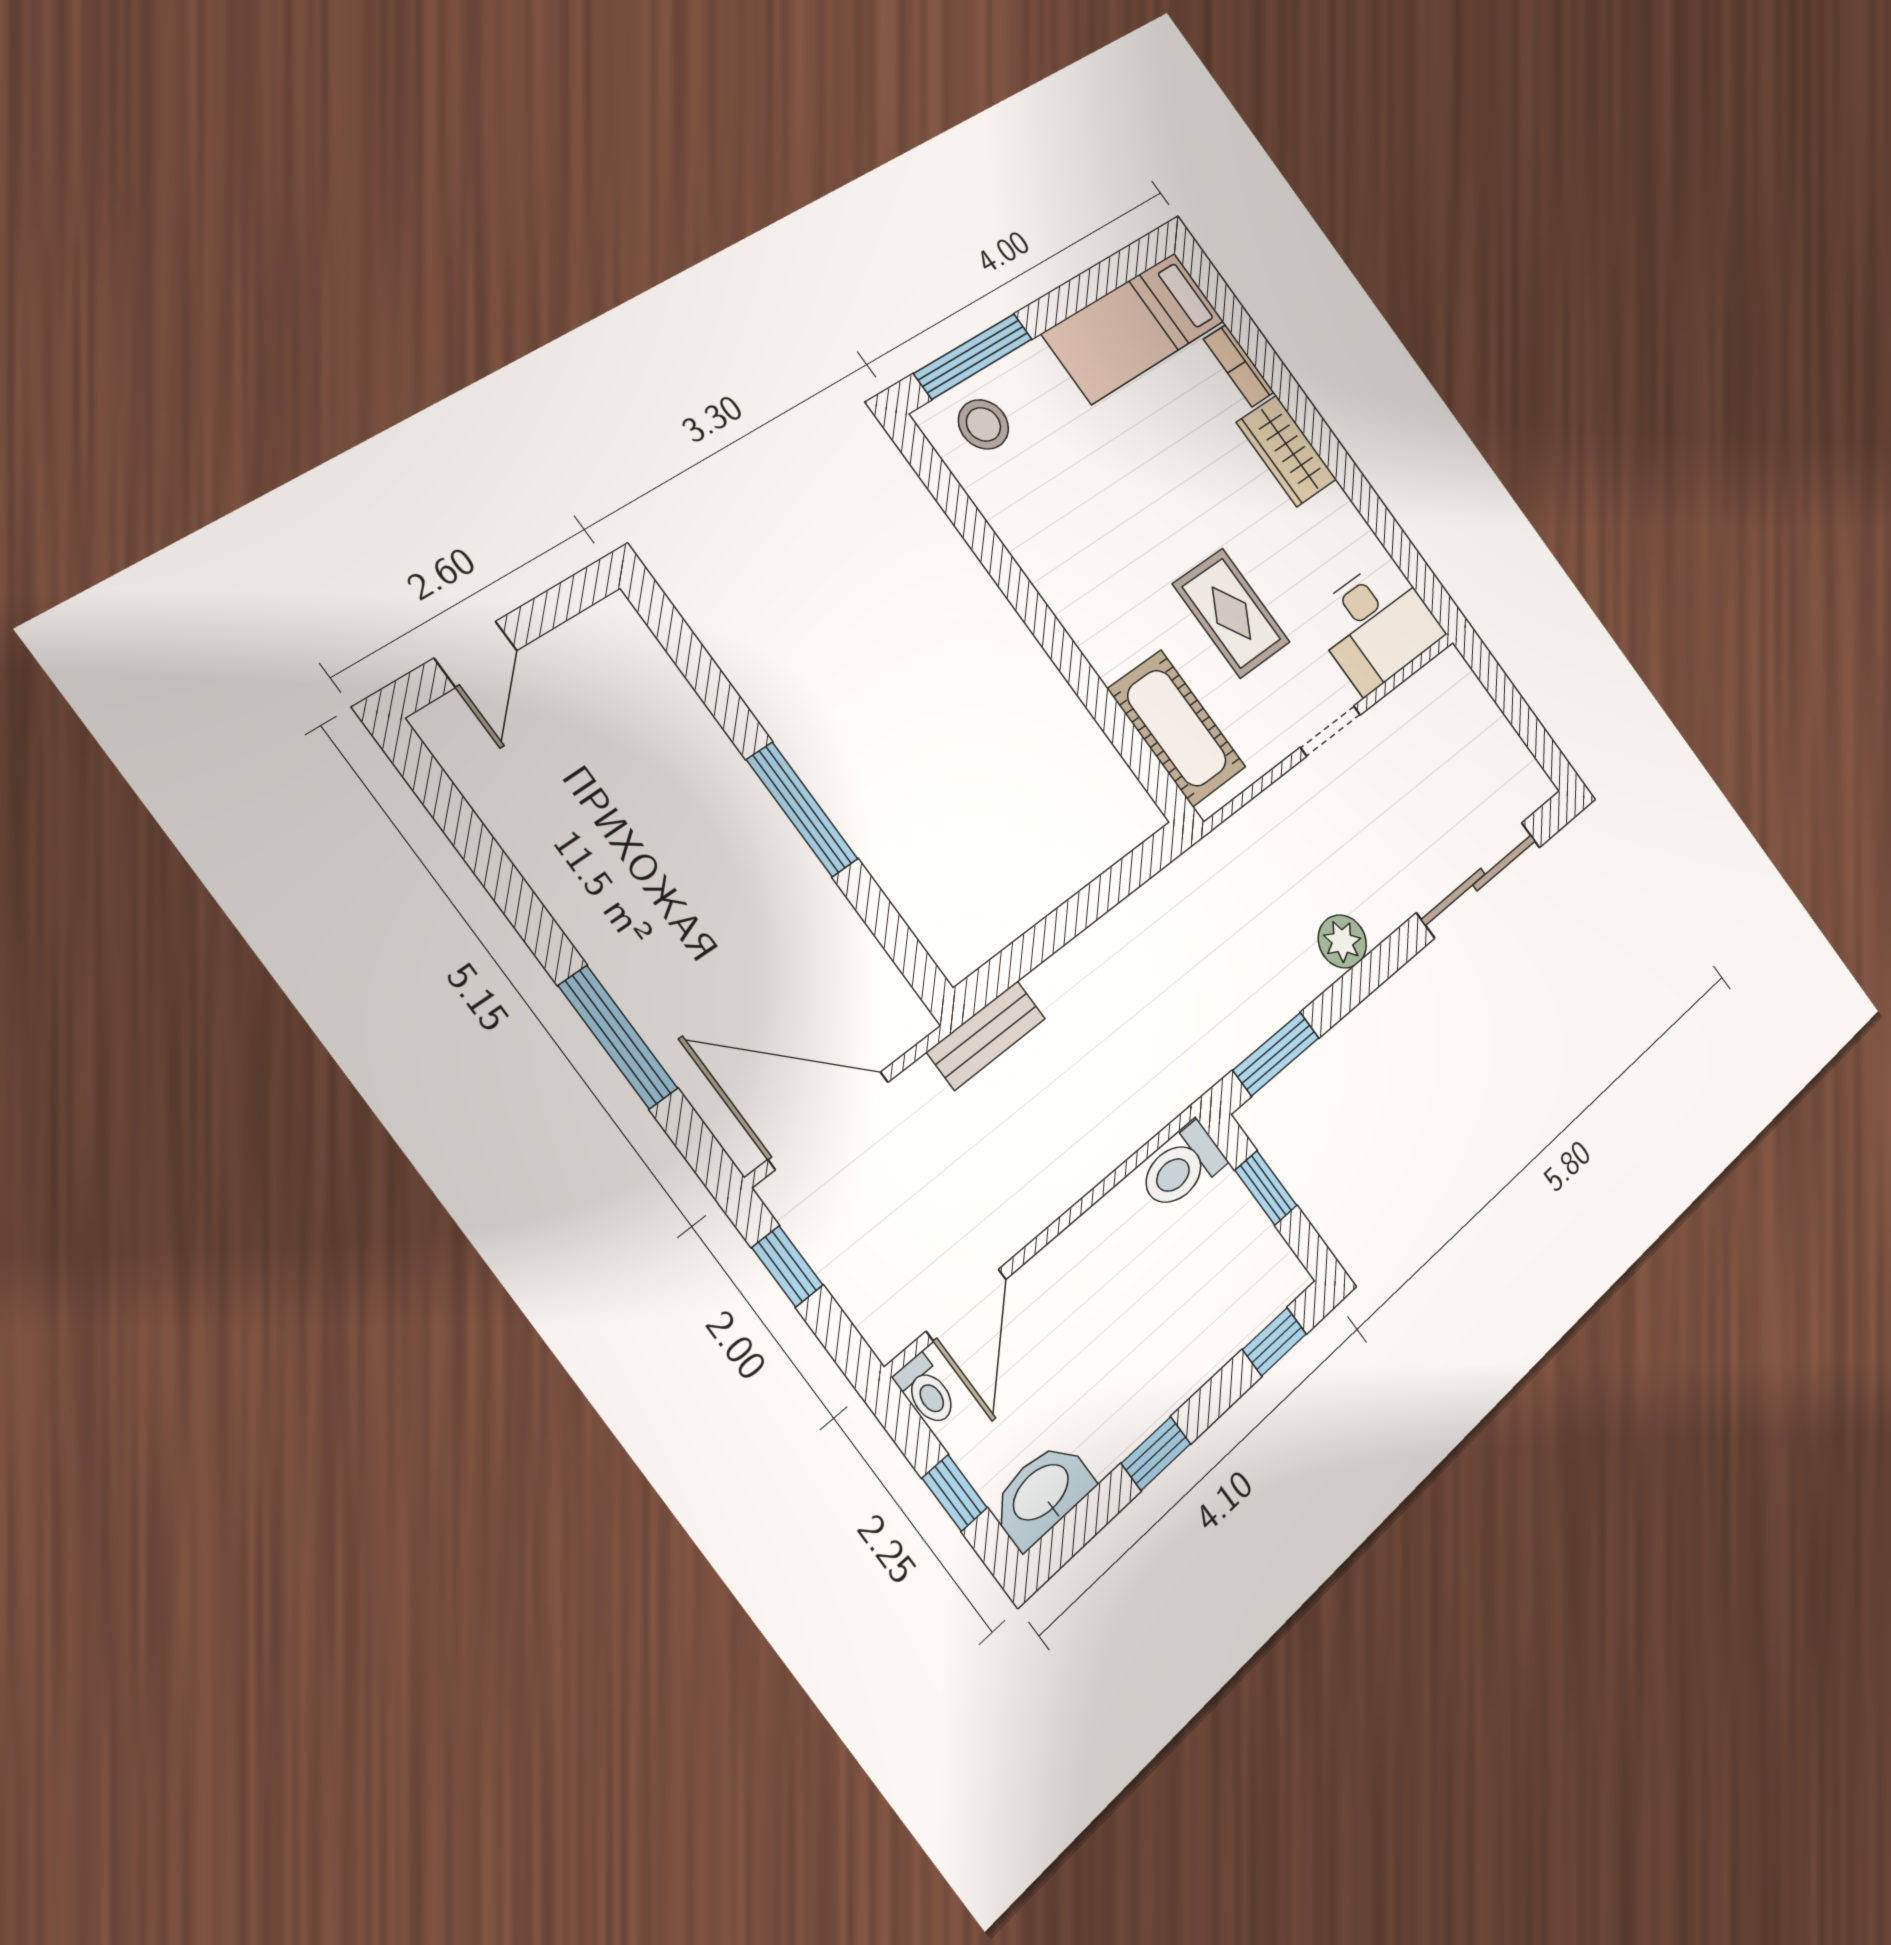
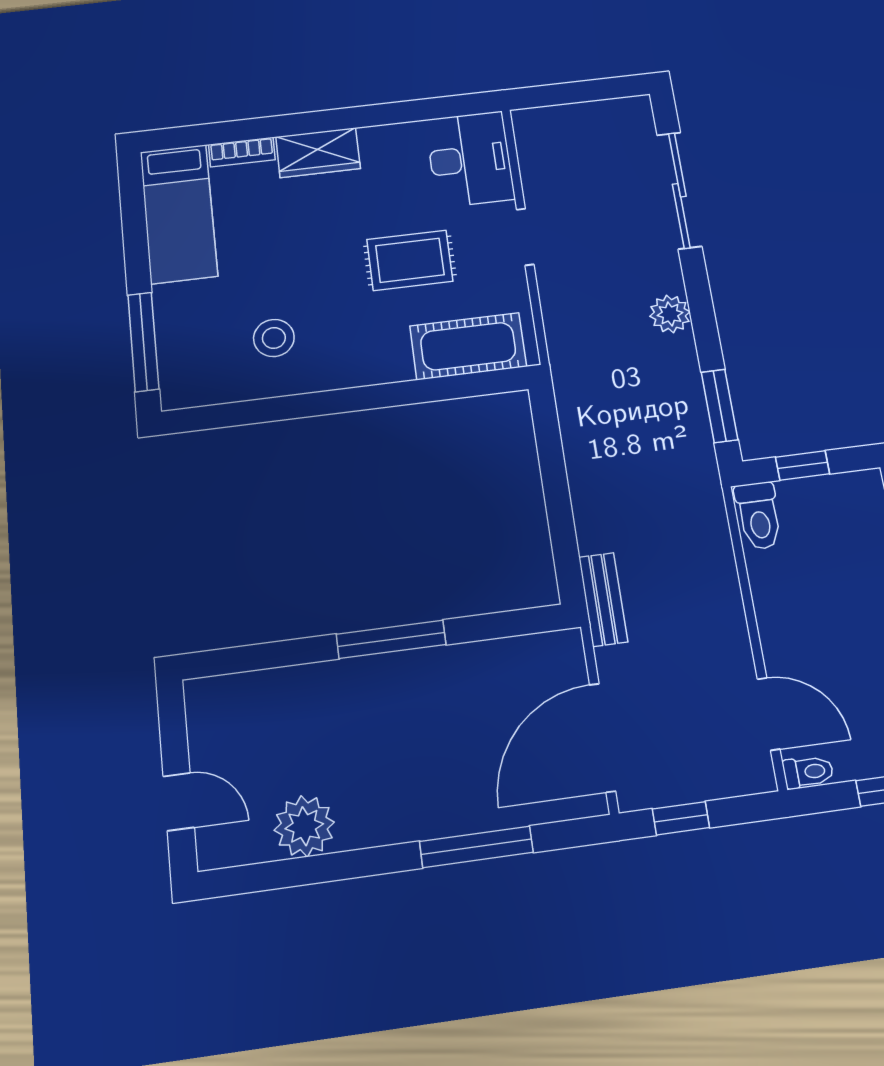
stool: (983, 424) -> (274, 338), moved
plant: (529, 818) -> (304, 826), added

